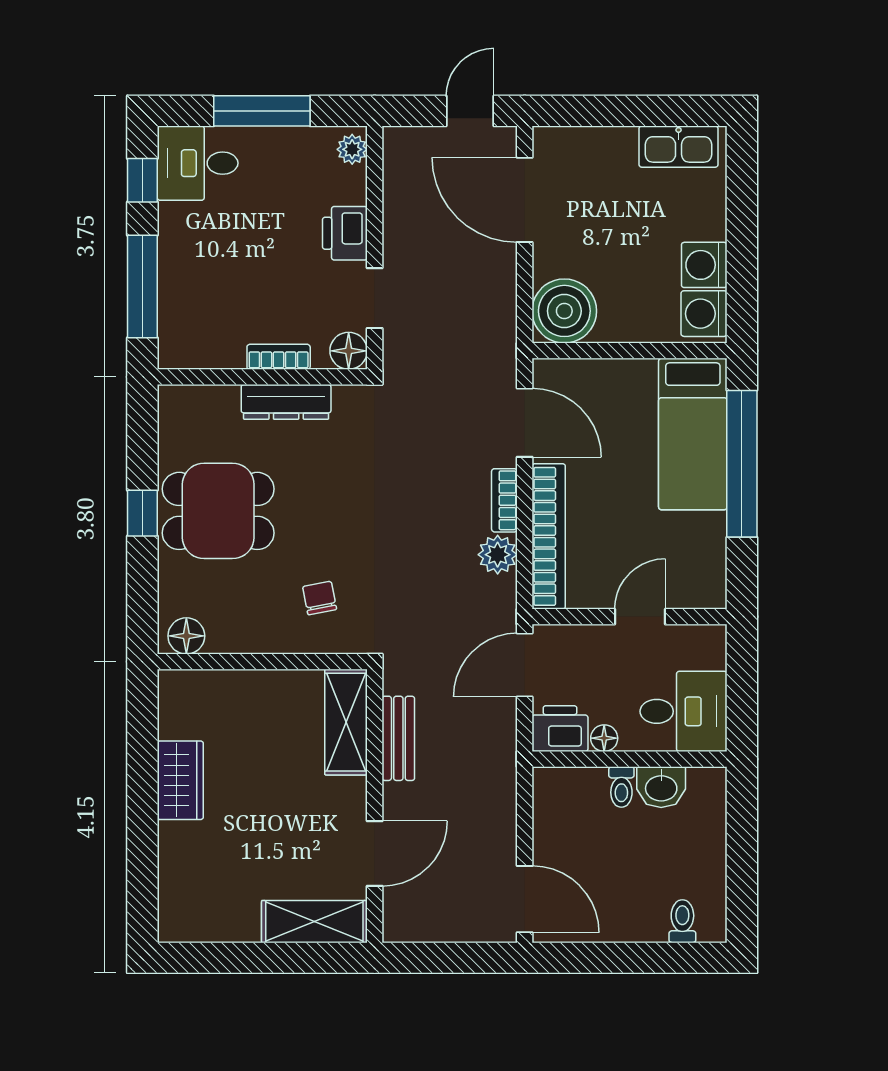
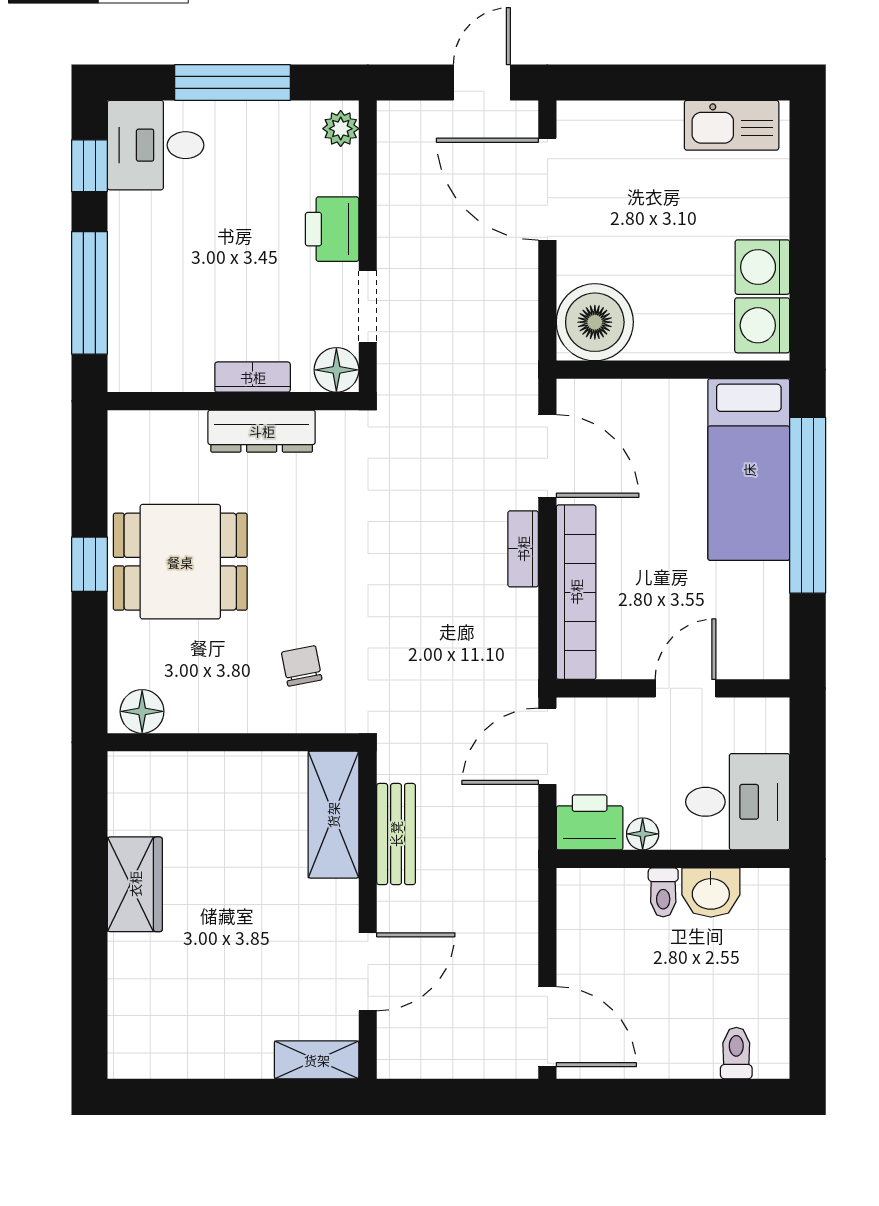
plant: (498, 555) -> (515, 614), removed
shelving: (314, 922) -> (317, 1060), width x0.67, depth x0.75

